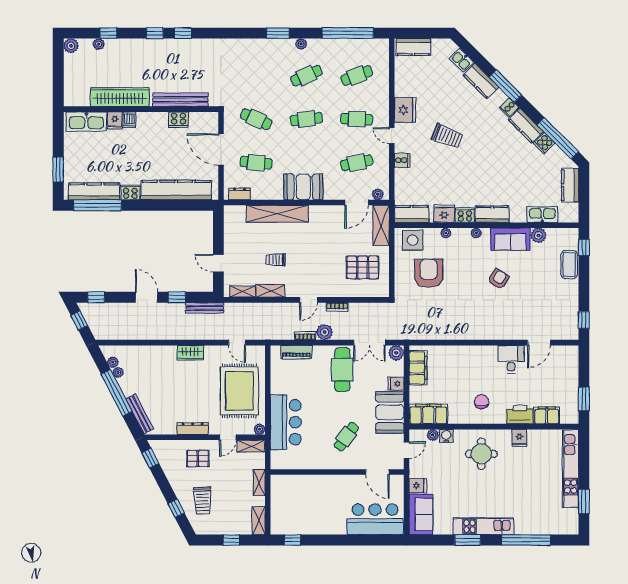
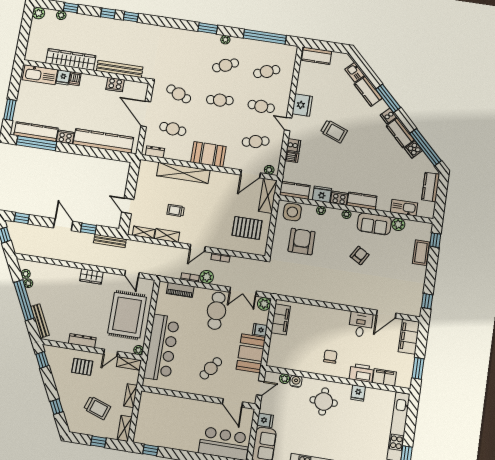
dishwasher: (402, 175) -> (292, 157), added
filing cabinet: (428, 414) -> (409, 337), moved, turned -90
bar counter: (286, 422) -> (162, 348), width x1.36
trolley: (202, 500) -> (97, 408), moved, turned -69

